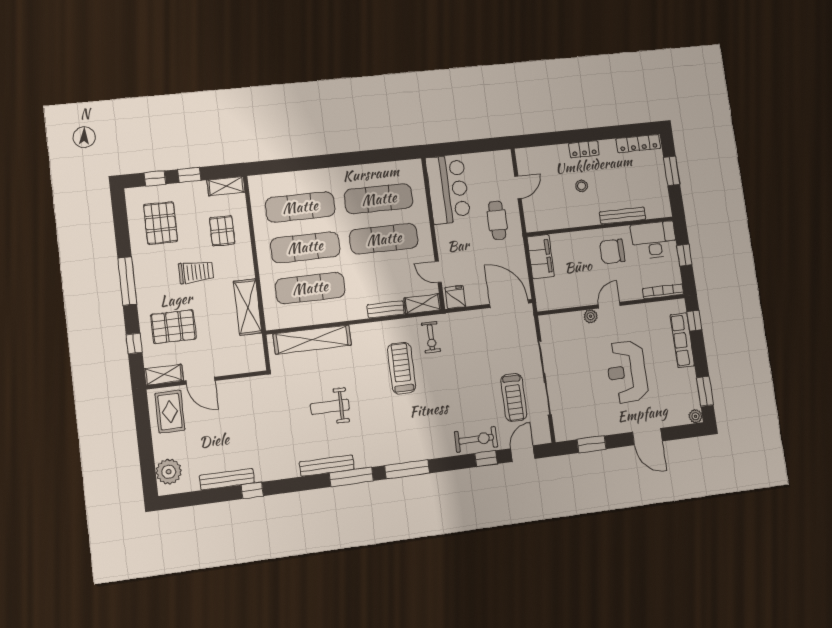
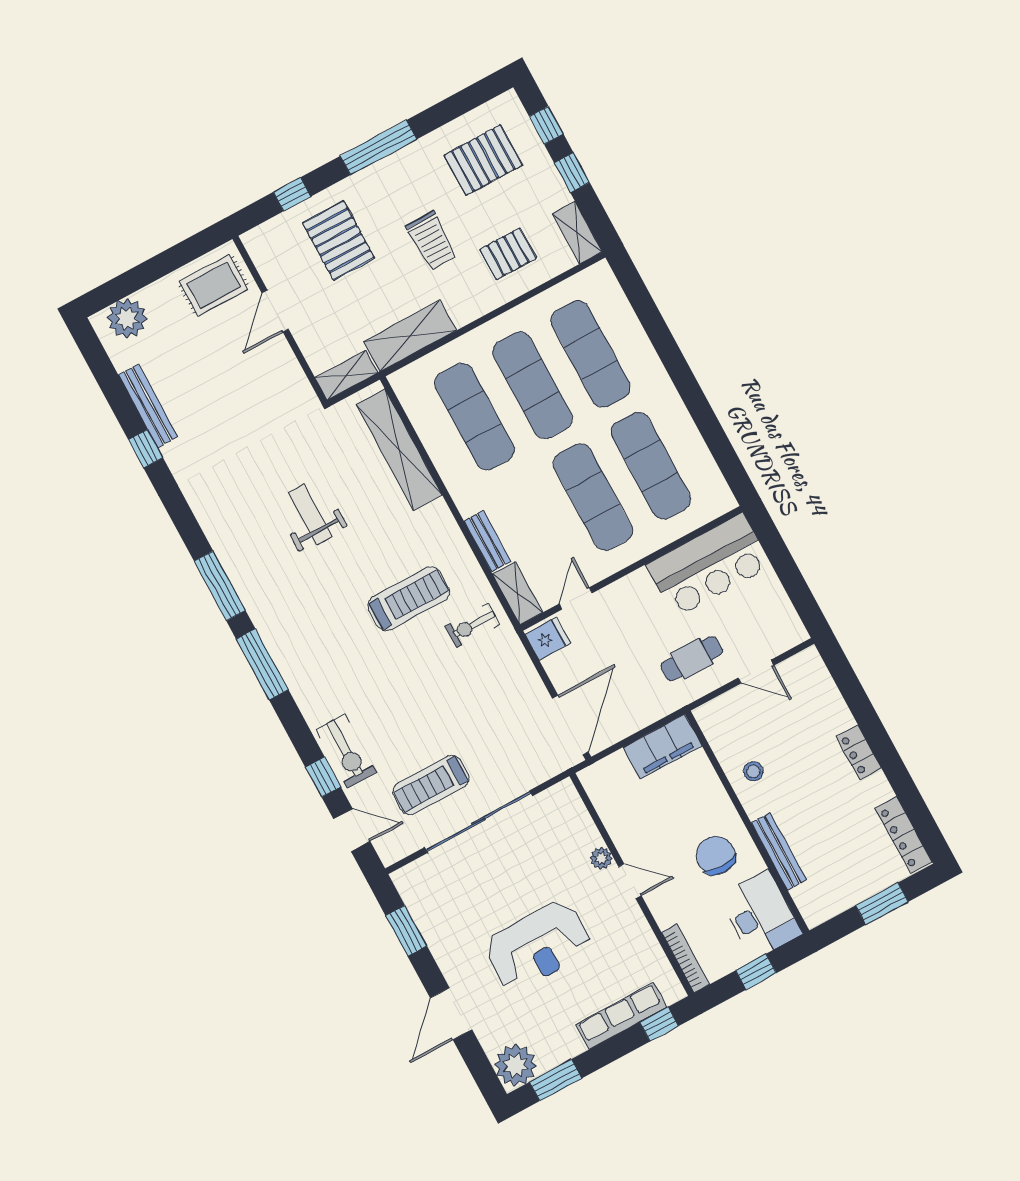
stool: (582, 186) -> (753, 771), moved
reception desk: (627, 372) -> (538, 946), turned 180
shelving: (164, 375) -> (346, 375), moved, turned 90
plant: (696, 416) -> (515, 1065), width x1.88, depth x1.88
bench: (327, 466) -> (222, 543), removed

